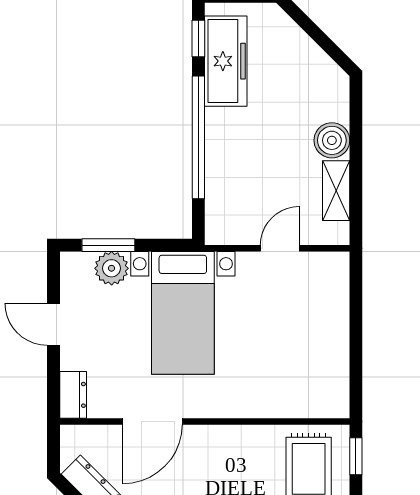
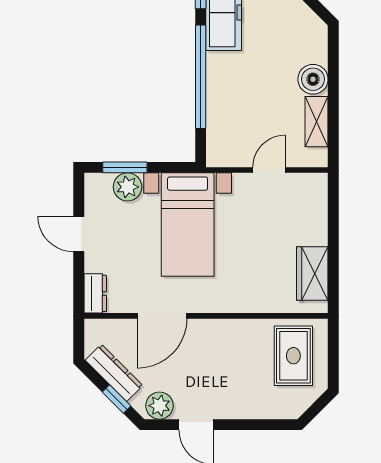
wardrobe: (331, 371) -> (312, 274), added
window: (356, 456) -> (333, 345), removed

